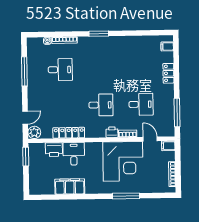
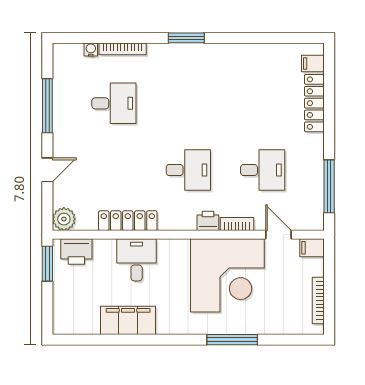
locker: (168, 73) -> (314, 103), width x1.53
door: (25, 118) -> (47, 170), moved
printer: (54, 150) -> (76, 251), moved

